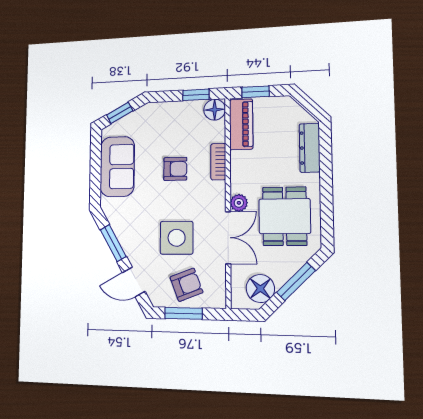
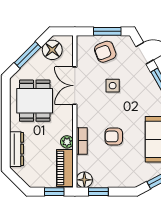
plant: (239, 203) -> (67, 142), moved
side table: (177, 238) -> (113, 86), width x0.54, depth x0.54

